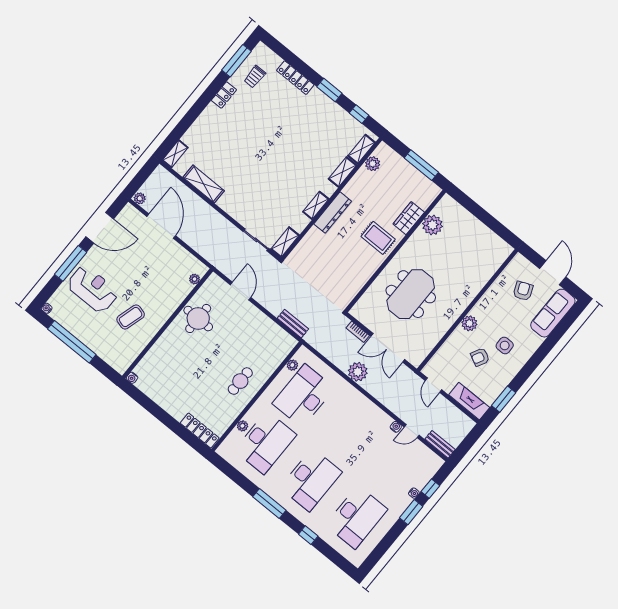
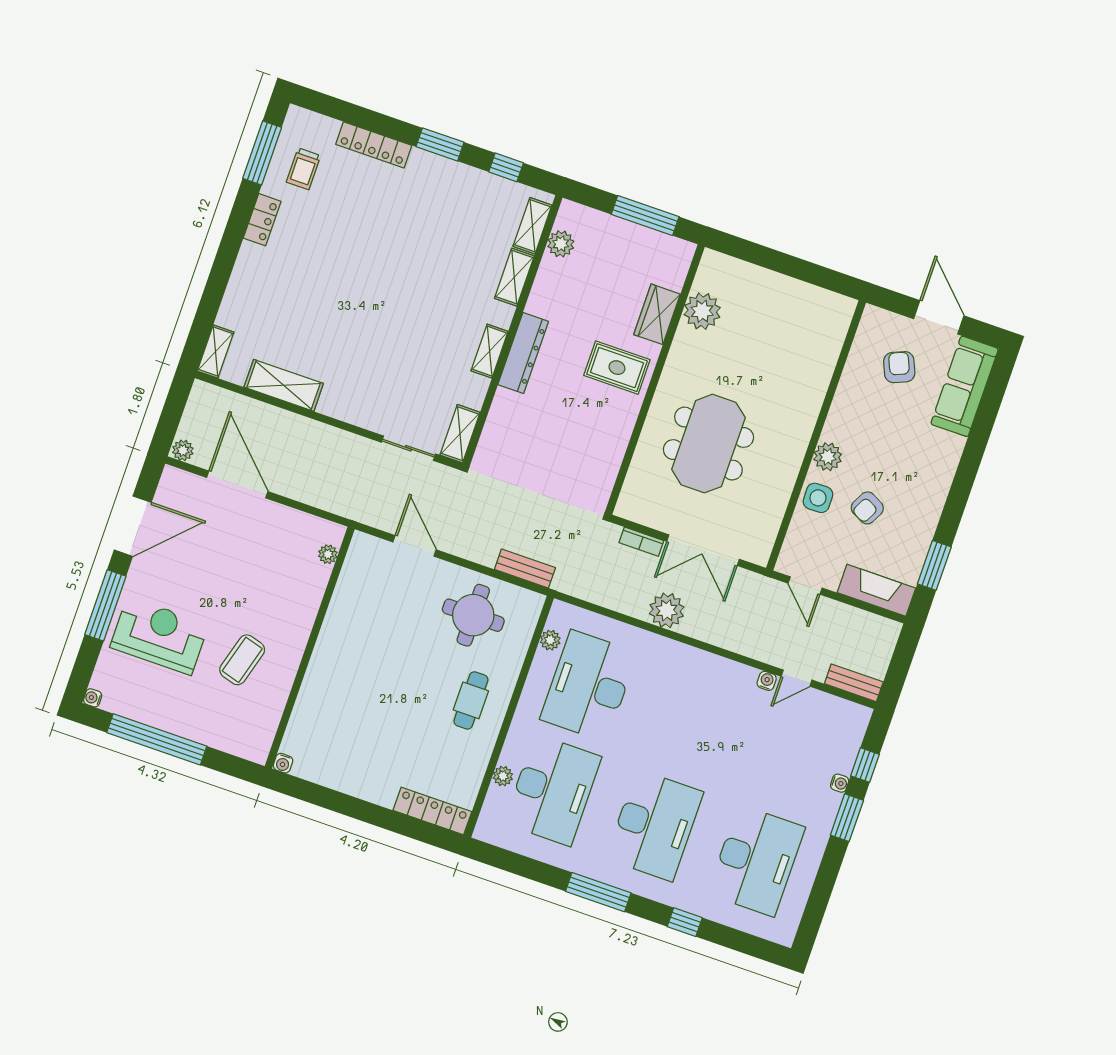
round table: (198, 319) -> (473, 615), moved
side table: (505, 345) -> (818, 498), moved

